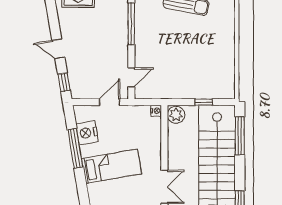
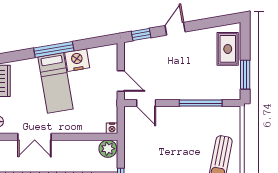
nightstand: (87, 133) -> (77, 60), moved
window: (75, 148) -> (54, 49), moved

